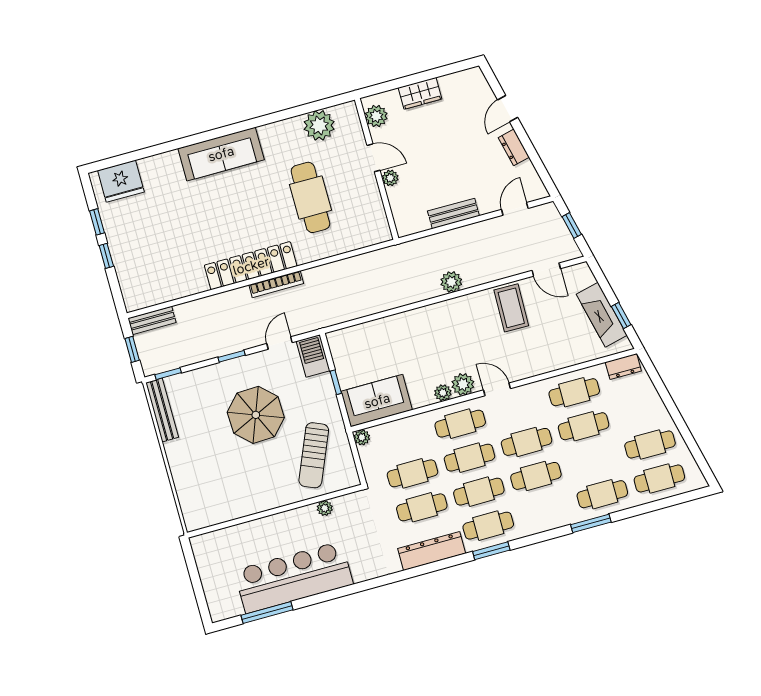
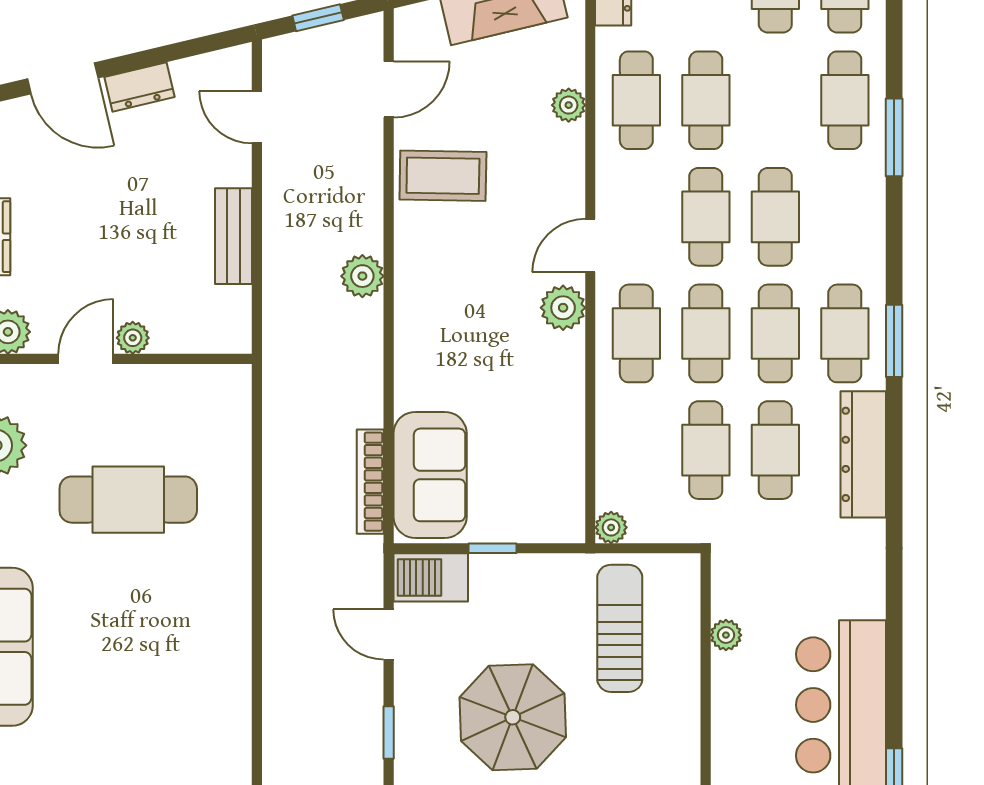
door: (508, 109) -> (63, 78), width x1.38
locker: (251, 266) -> (226, 649), removed
bookcase: (276, 284) -> (370, 482), moved, turned 180
plant: (443, 393) -> (569, 105), moved
sofa: (377, 401) -> (430, 475), moved, turned 180
sun lounger: (314, 455) -> (620, 628), turned -113

